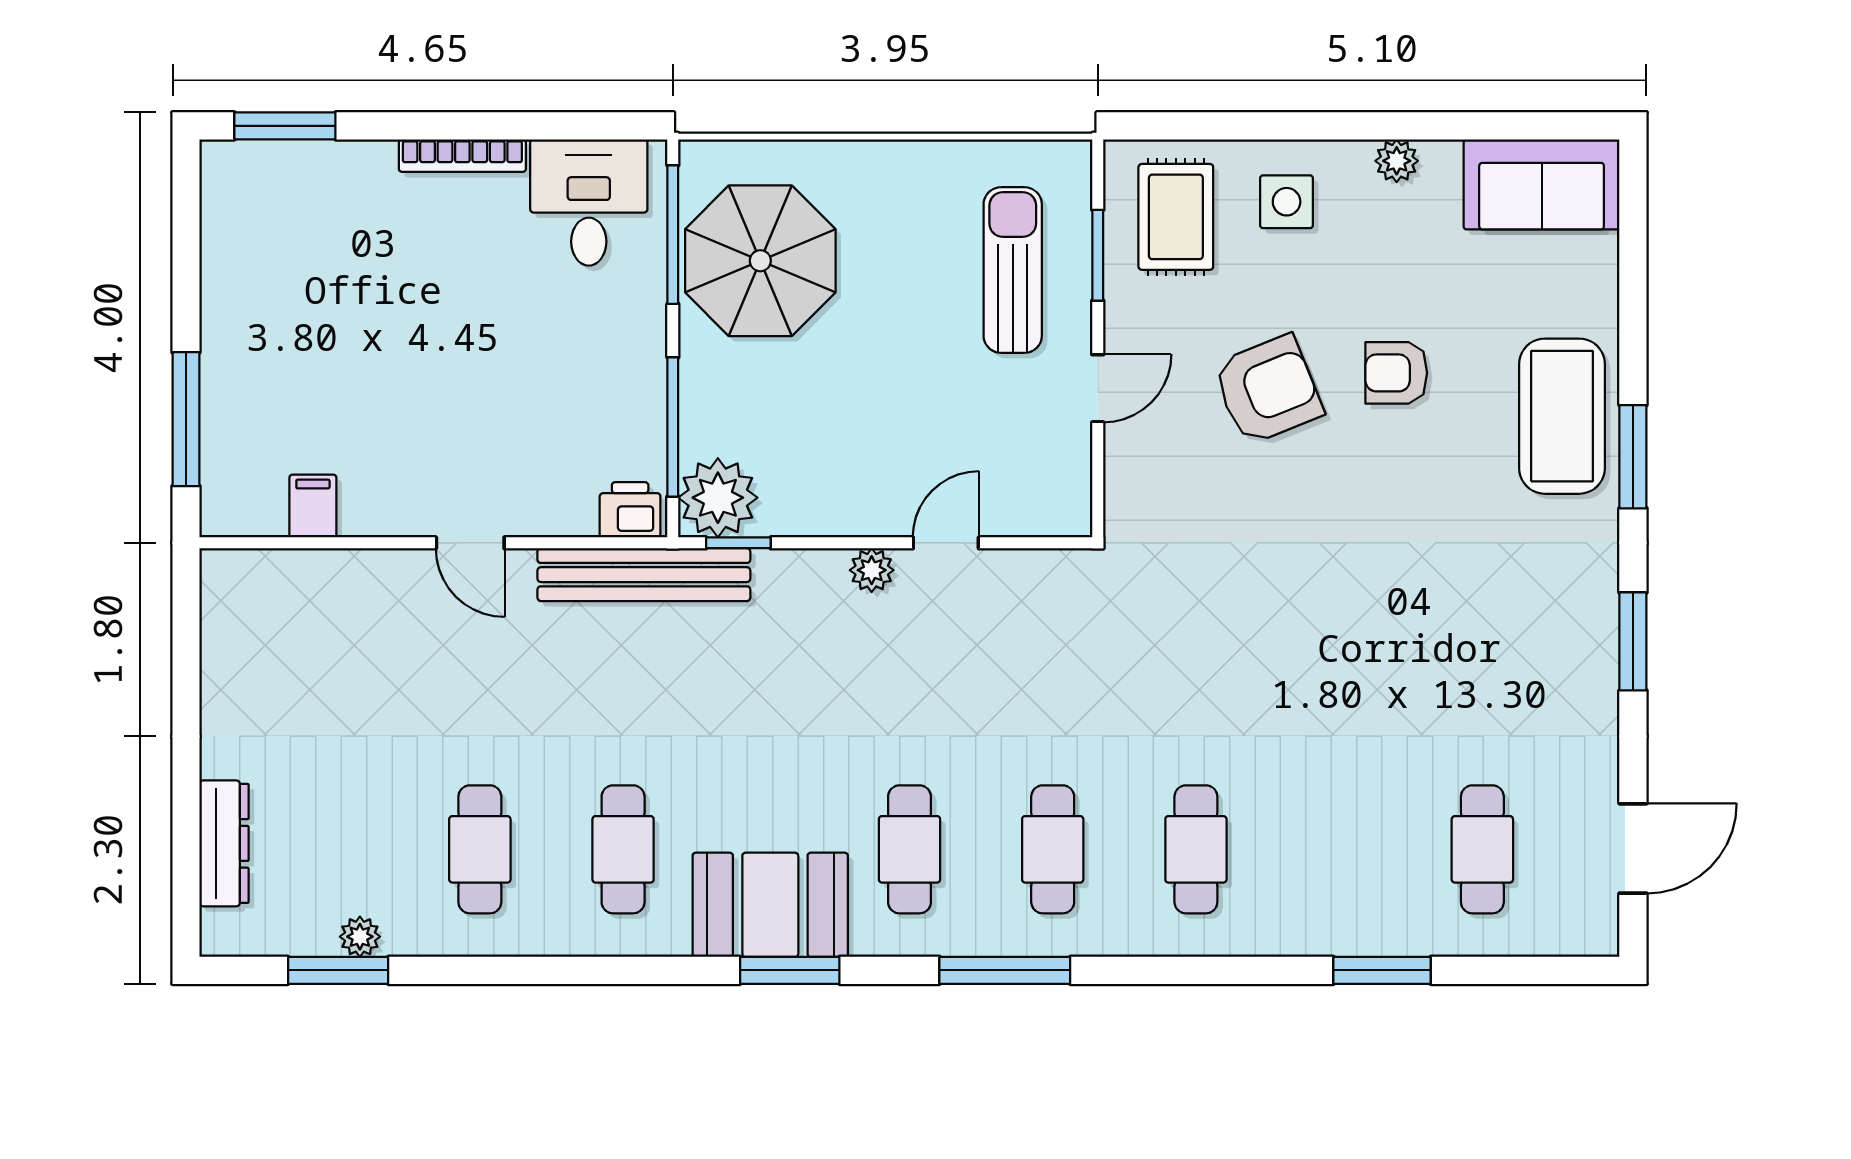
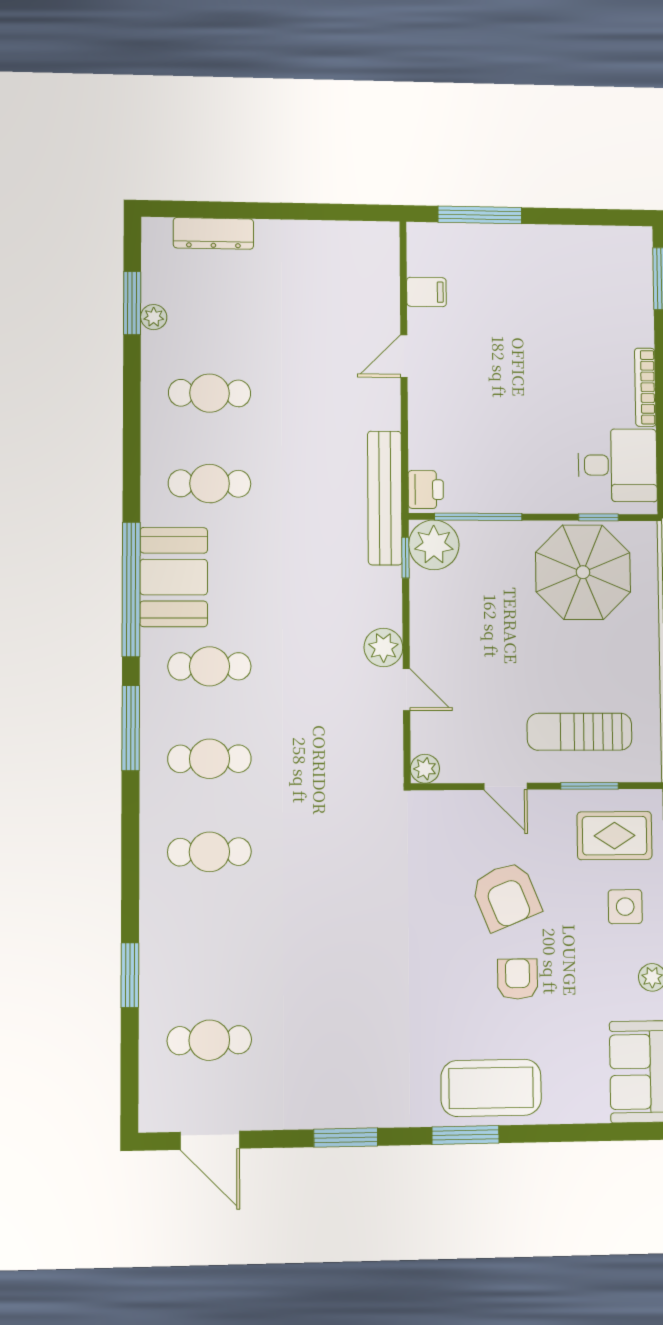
window: (673, 235) -> (598, 517), width x0.46
sun lounger: (1013, 270) -> (579, 732), turned 180
plant: (1070, 515) -> (425, 769), added
door: (470, 543) -> (404, 356), moved
plant: (872, 570) -> (383, 647), width x1.38, depth x1.38
window: (790, 970) -> (131, 589), width x2.11

